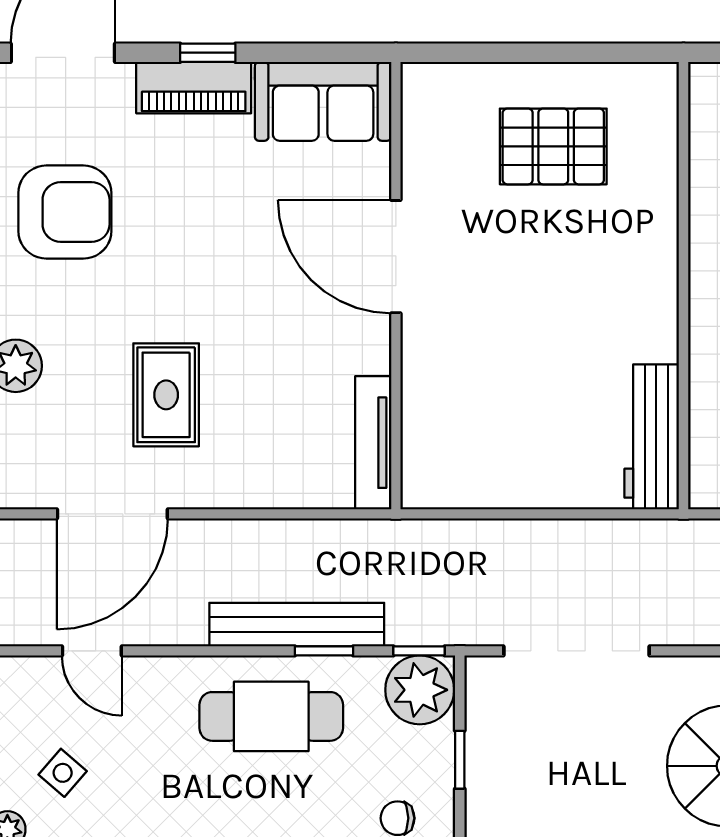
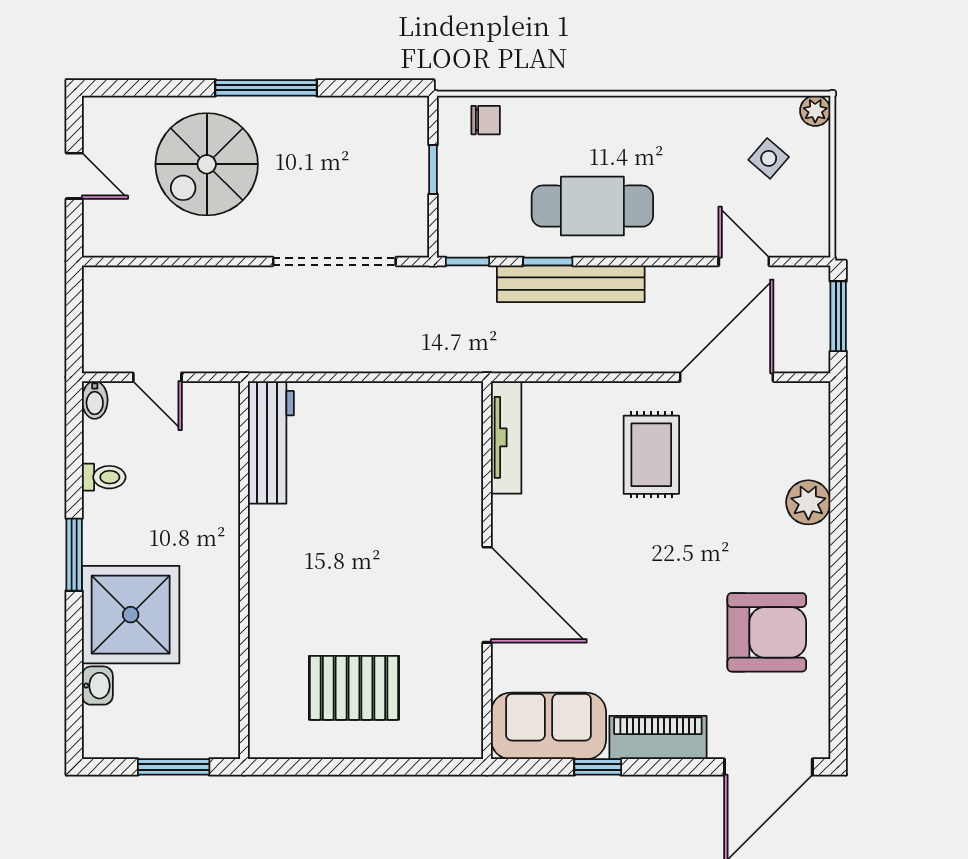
window: (208, 53) -> (598, 767), moved
armchair: (65, 212) -> (767, 632), turned 180
rug: (166, 395) -> (651, 455), moved
plant: (420, 690) -> (467, 228), removed

